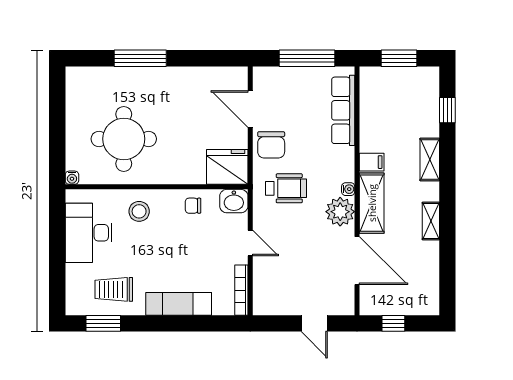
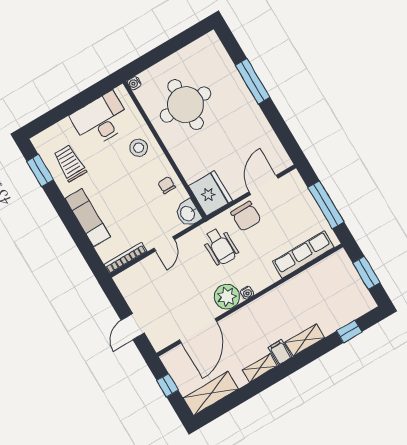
chair: (271, 145) -> (246, 216), turned -90
filing cabinet: (372, 162) -> (280, 352), moved, turned 180
shelving: (372, 203) -> (211, 393), moved

